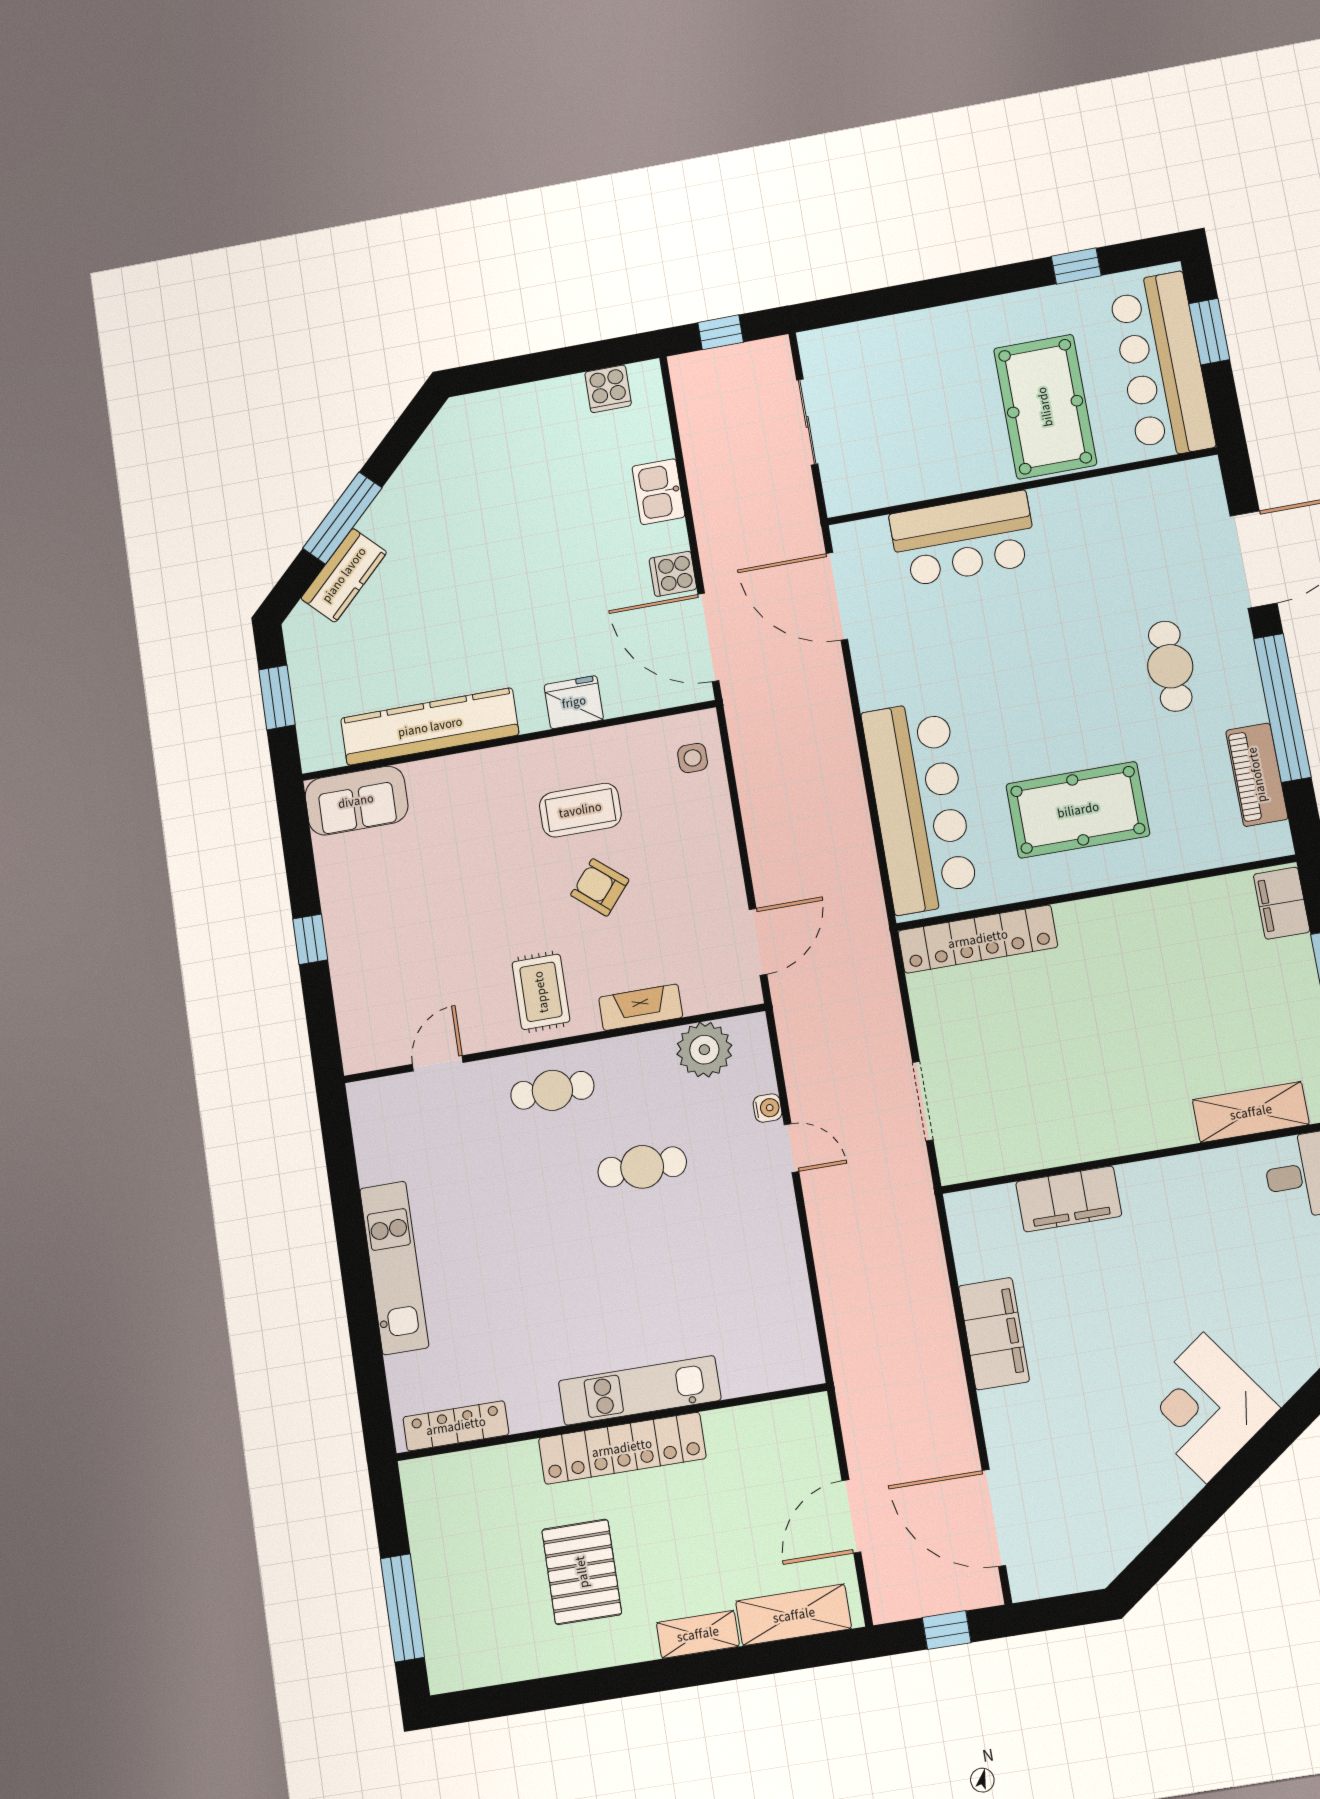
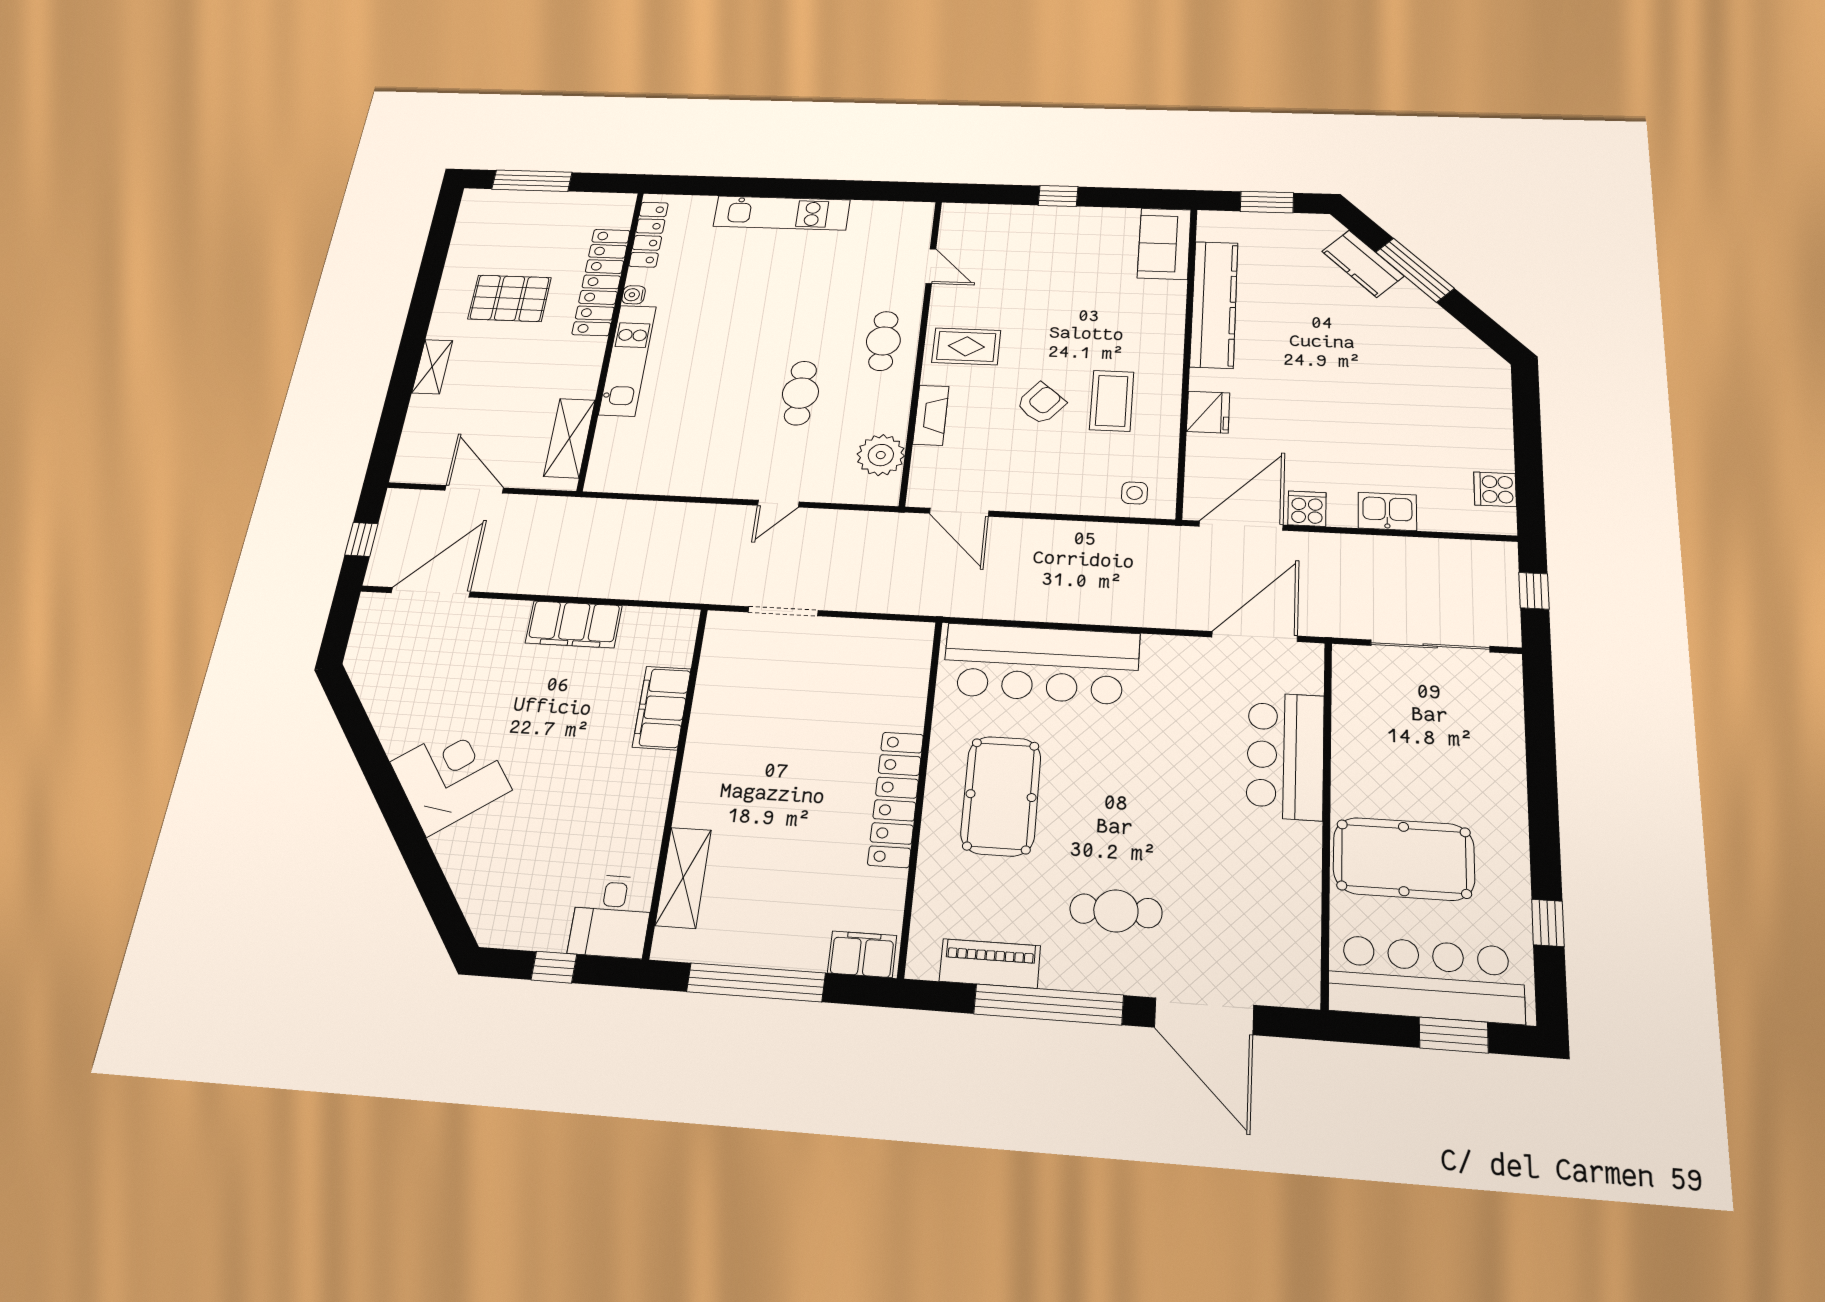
sliding door: (807, 422) -> (1430, 646), width x1.37
locker: (978, 939) -> (896, 799), moved
water cooler: (768, 1108) -> (634, 295), moved, turned 90
locker: (622, 1448) -> (601, 282), moved
shelving: (794, 1615) -> (569, 438), moved

